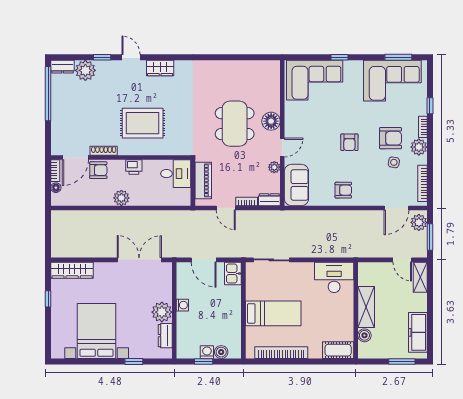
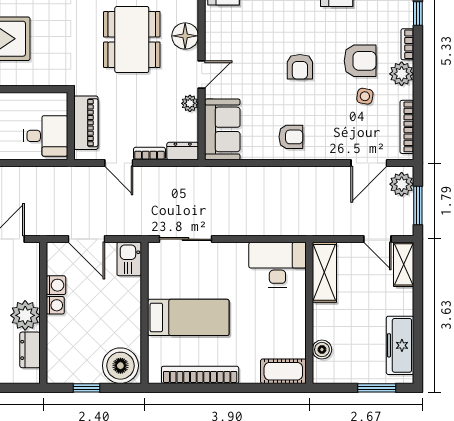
desk: (176, 174) -> (46, 136), moved
shelving: (366, 307) -> (324, 272), moved
washing machine: (207, 352) -> (56, 285), moved, turned 90
boiler: (221, 352) -> (120, 366), width x1.86, depth x1.86

